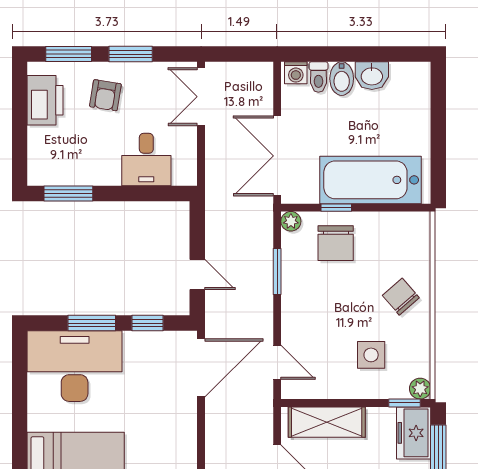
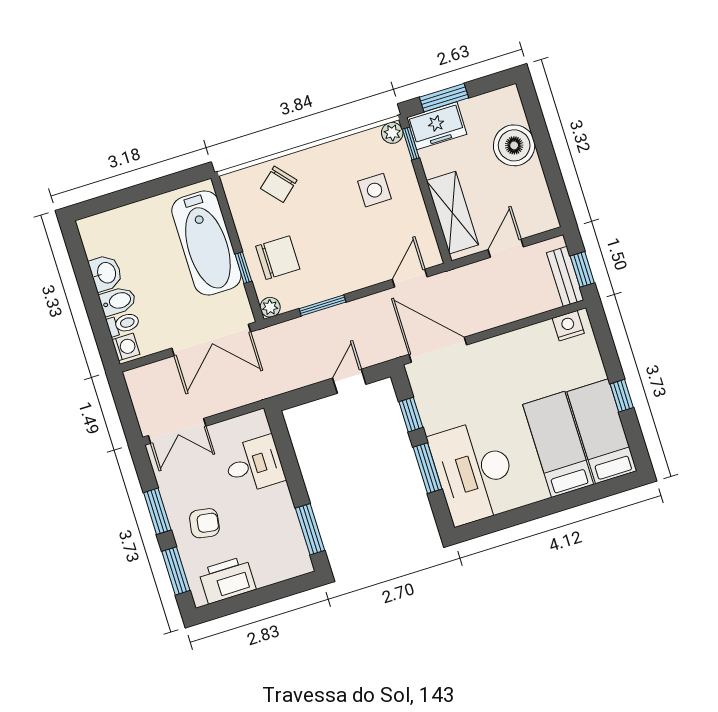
chair: (401, 297) -> (279, 184), moved

